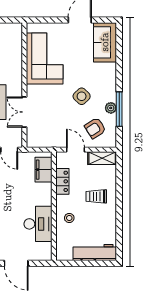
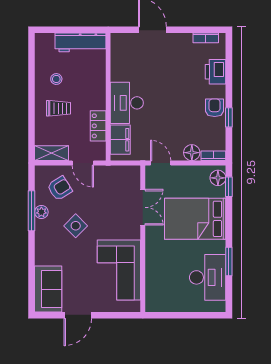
stool: (69, 218) -> (56, 79), moved
desk: (38, 224) -> (127, 103), moved
workbench: (95, 253) -> (80, 42), moved

